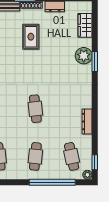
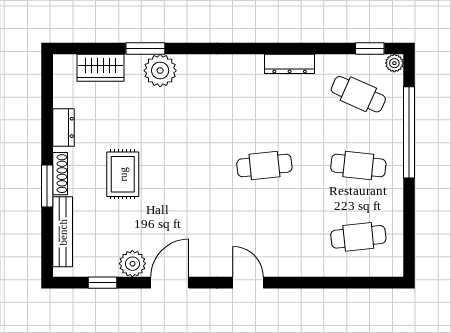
rug: (31, 37) -> (123, 174), turned 90
window: (95, 62) -> (145, 48), moved
cafe table: (72, 156) -> (358, 94), turned 36

